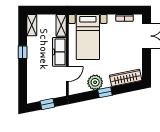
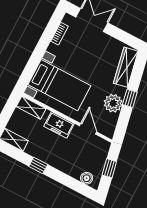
freezer: (59, 52) -> (59, 125), width x0.71
boiler: (32, 92) -> (87, 178), added

